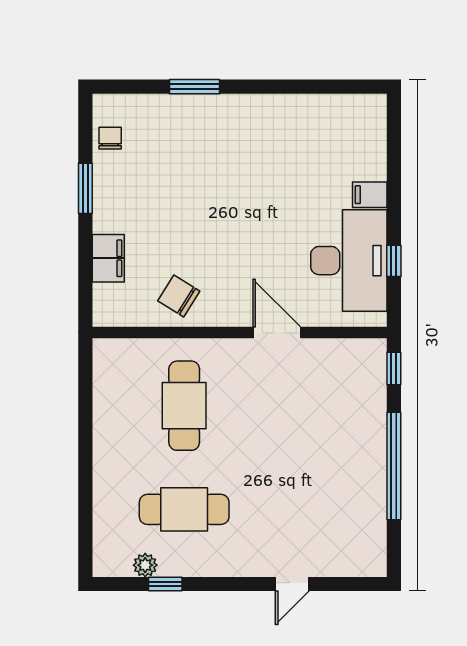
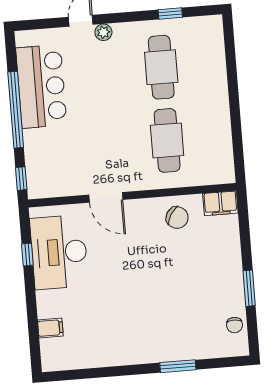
filing cabinet: (370, 195) -> (50, 328), moved
filing cabinet: (108, 258) -> (220, 203), moved, turned -90
bar counter: (355, 496) -> (41, 86), added
cafe table: (184, 509) -> (161, 67), turned 90
plant: (145, 565) -> (103, 32), moved

